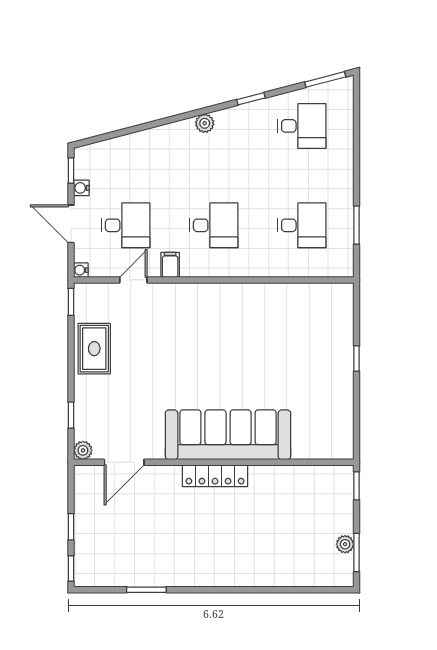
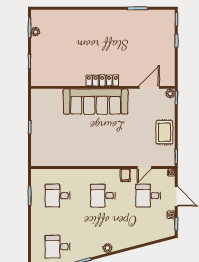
sofa: (228, 435) -> (96, 102), moved
plant: (83, 450) -> (170, 94), moved
door: (124, 462) -> (149, 87), moved
wall: (214, 462) -> (103, 87), moved
locker: (215, 476) -> (102, 80), moved

